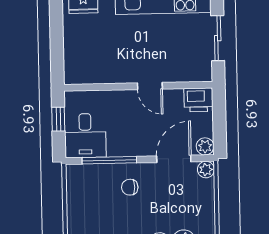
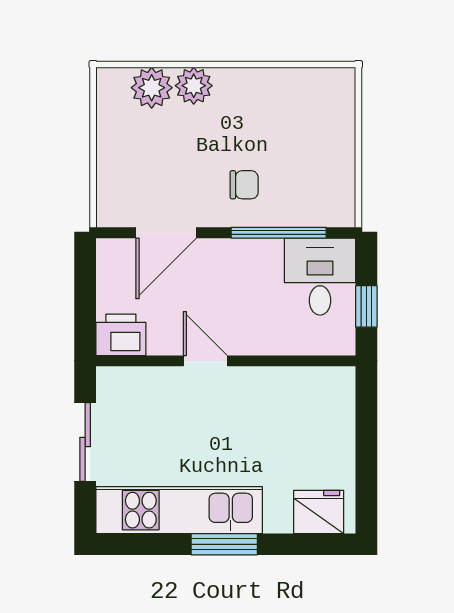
plant: (205, 146) -> (111, 253), removed
plant: (206, 170) -> (110, 213), removed

